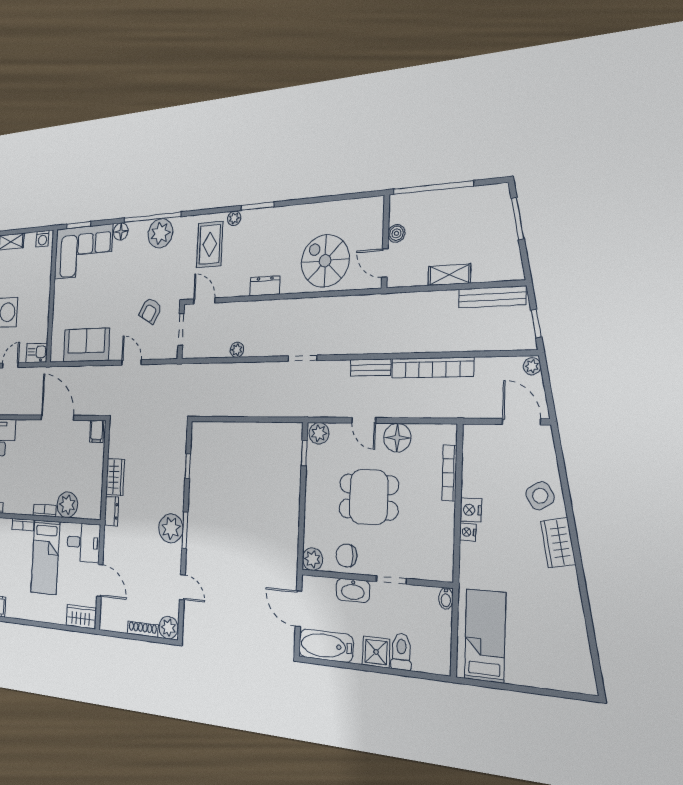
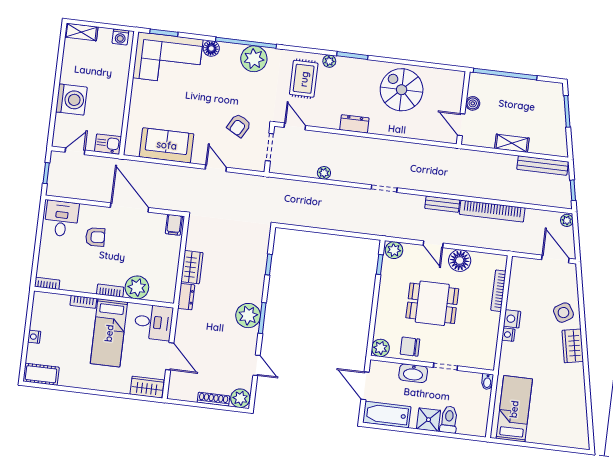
spiral stairs: (325, 261) -> (402, 90), moved
armchair: (30, 453) -> (95, 237), added

